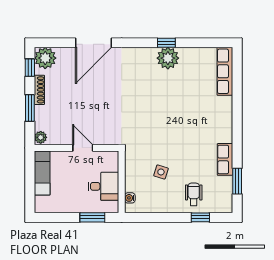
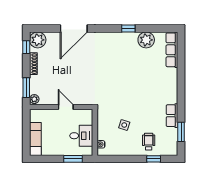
plant: (168, 58) -> (146, 40), moved
window: (30, 108) -> (26, 88), moved
exam couch: (42, 173) -> (35, 139), moved

